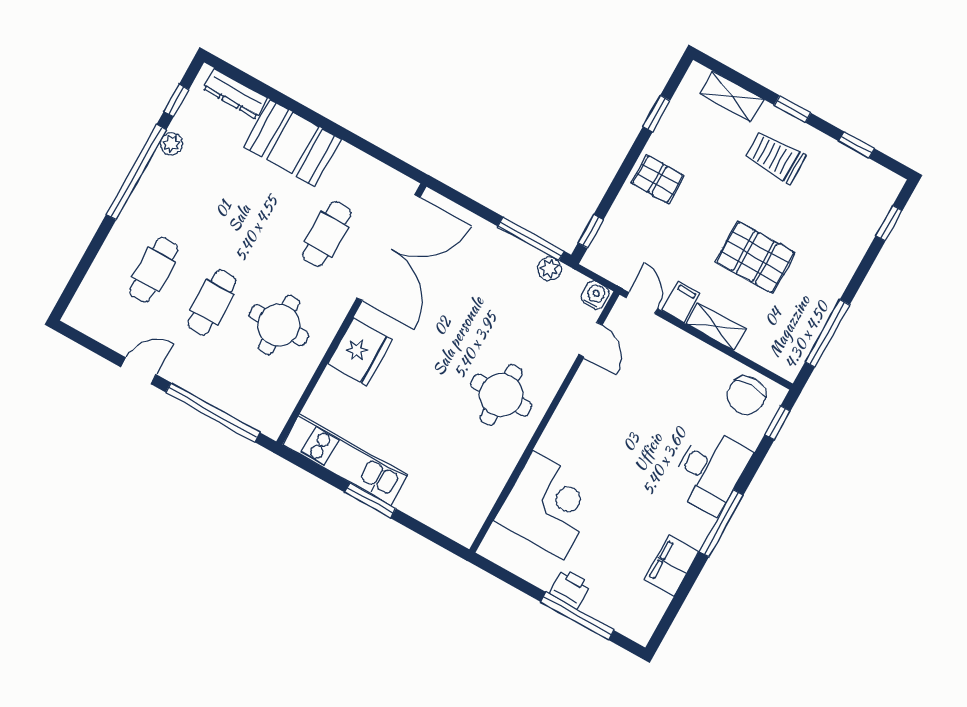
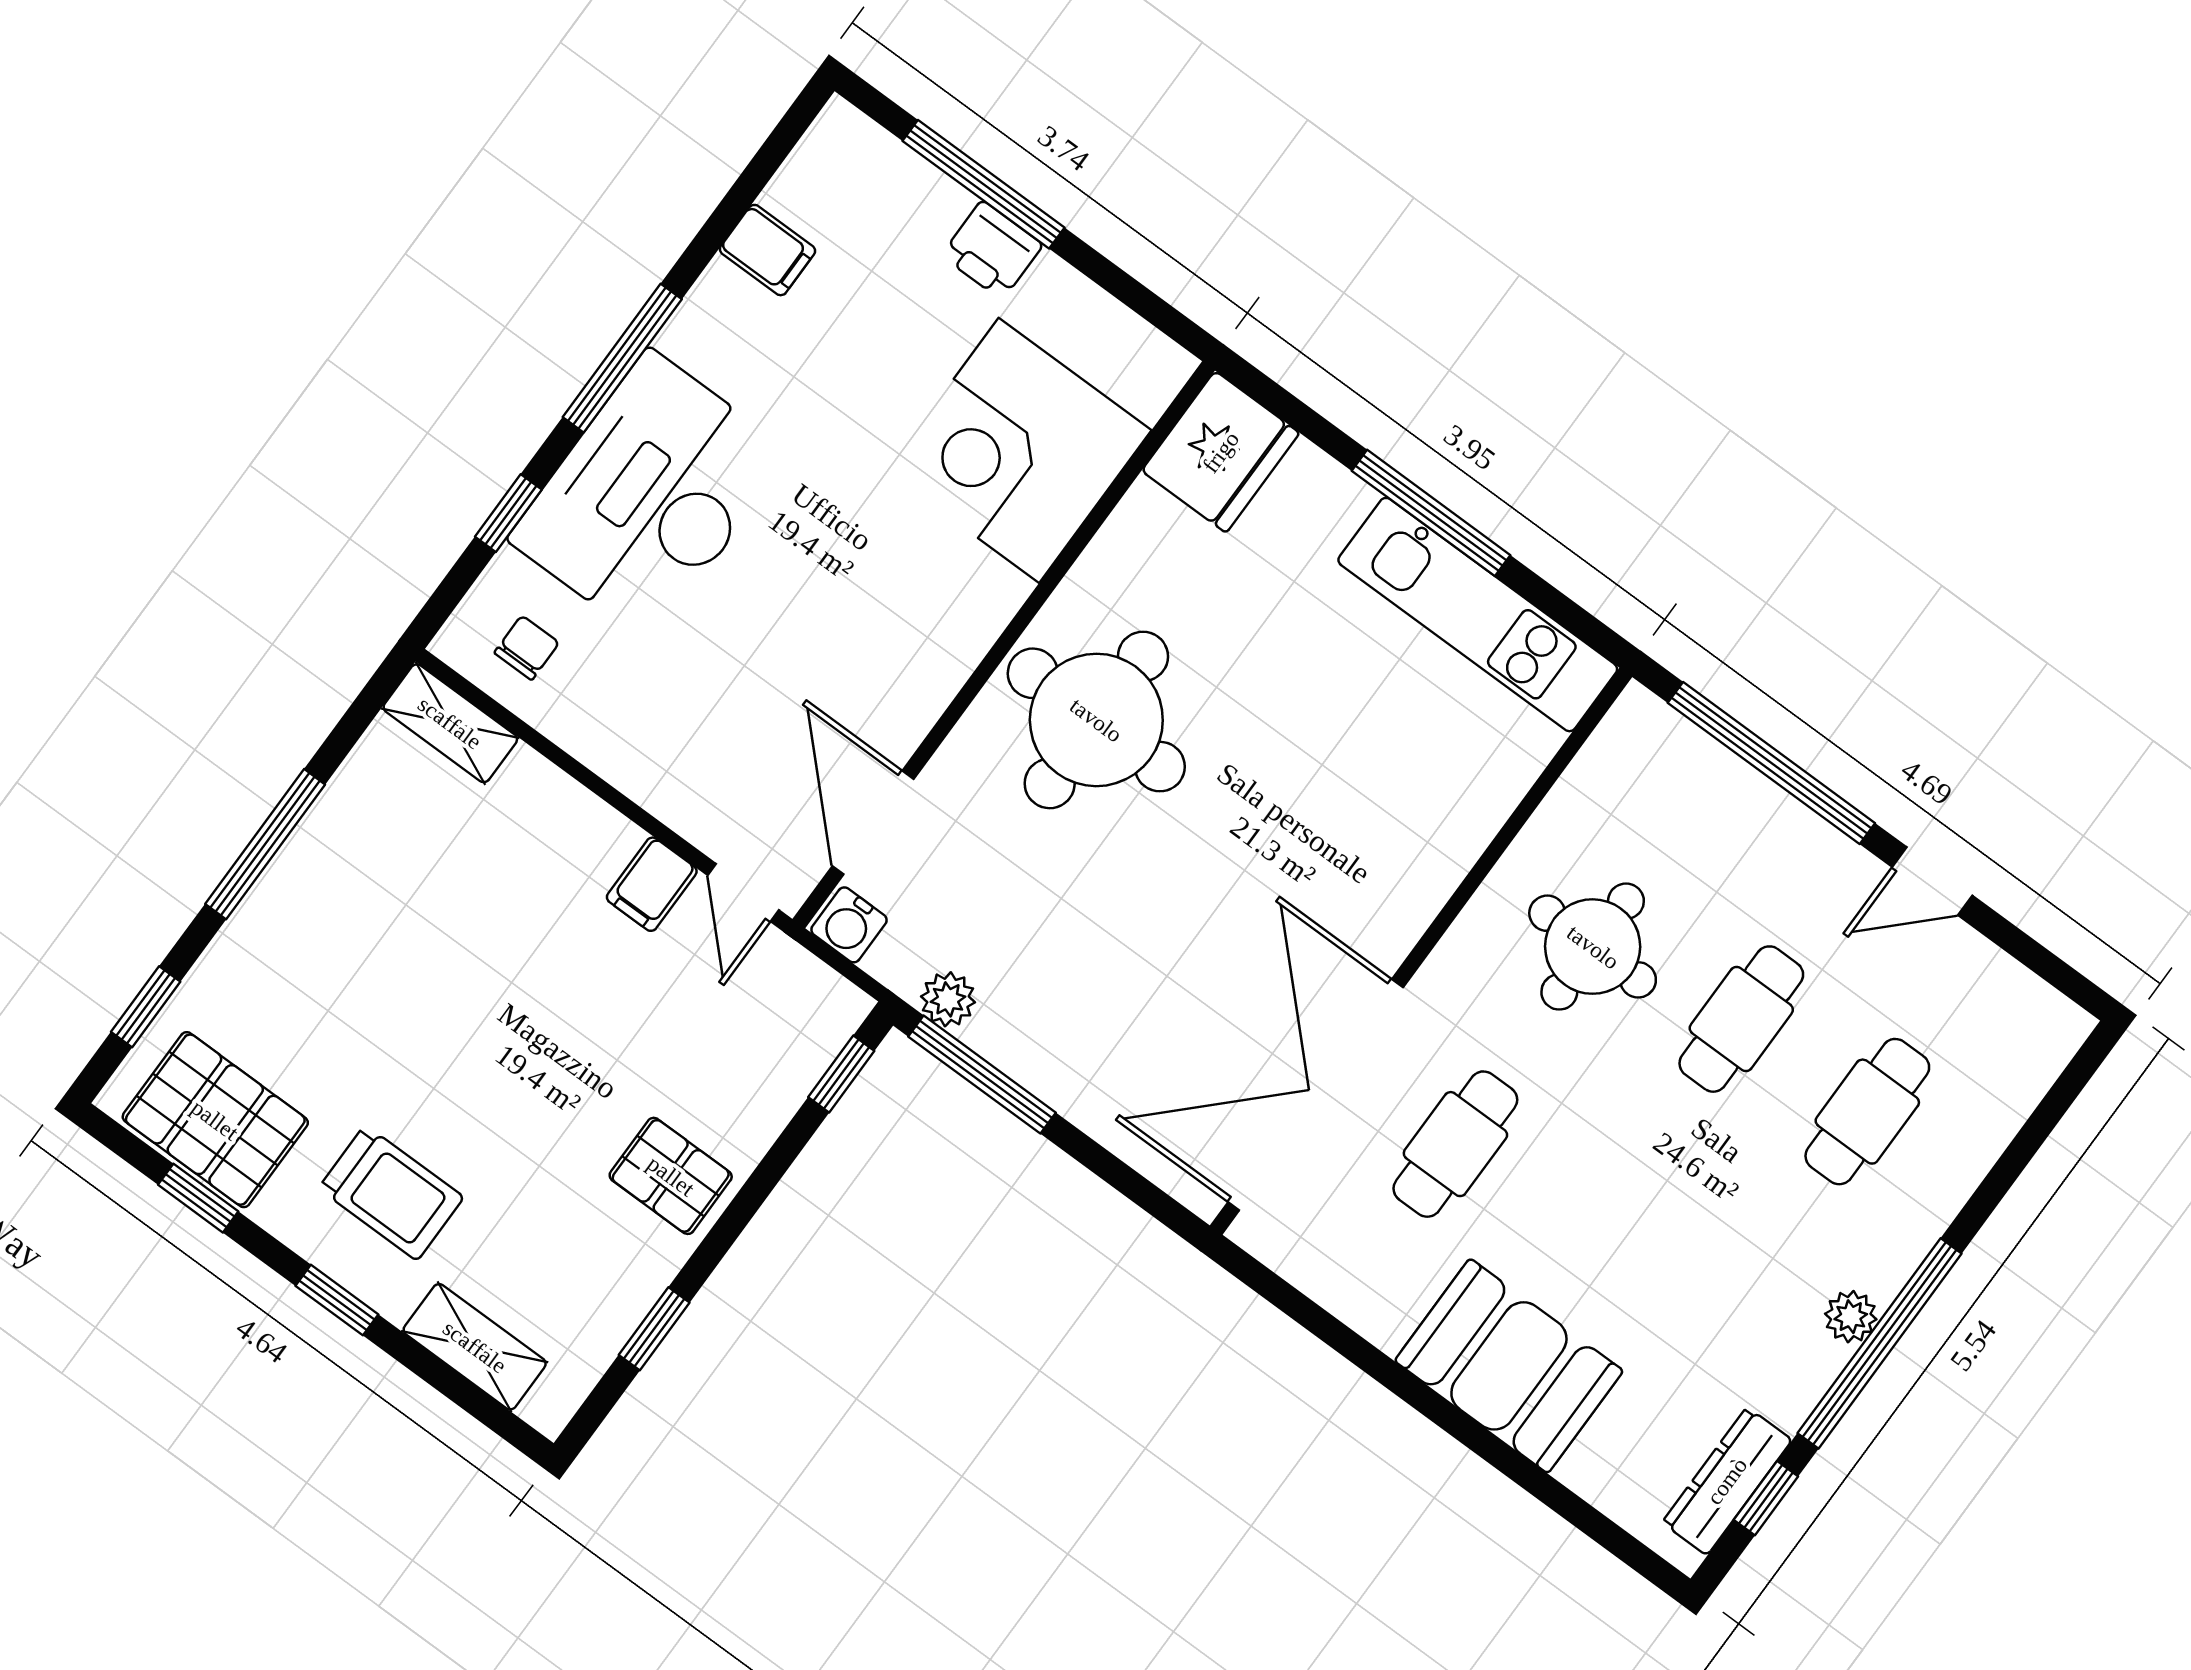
dresser: (235, 94) -> (1727, 1481), moved, turned -90
plant: (171, 144) -> (1851, 1317), moved
pallet: (755, 257) -> (215, 1120), moved
shelving: (716, 327) -> (450, 723), moved
window: (827, 333) -> (265, 844), moved
door: (590, 340) -> (873, 823), width x1.38
fridge: (360, 352) -> (1221, 452), moved, turned 180
round table: (501, 395) -> (1096, 720), width x1.36, depth x1.36
chair: (746, 396) -> (527, 648), width x0.54, depth x0.54
window: (777, 423) -> (508, 513), moved
desk: (710, 471) -> (650, 496), width x1.36, depth x1.30
window: (370, 500) -> (1431, 513), width x1.44
filing cabinet: (672, 566) -> (768, 250), width x0.50

